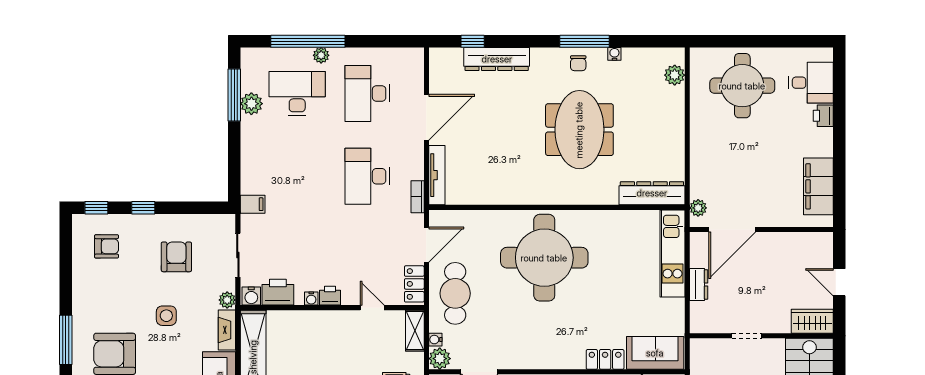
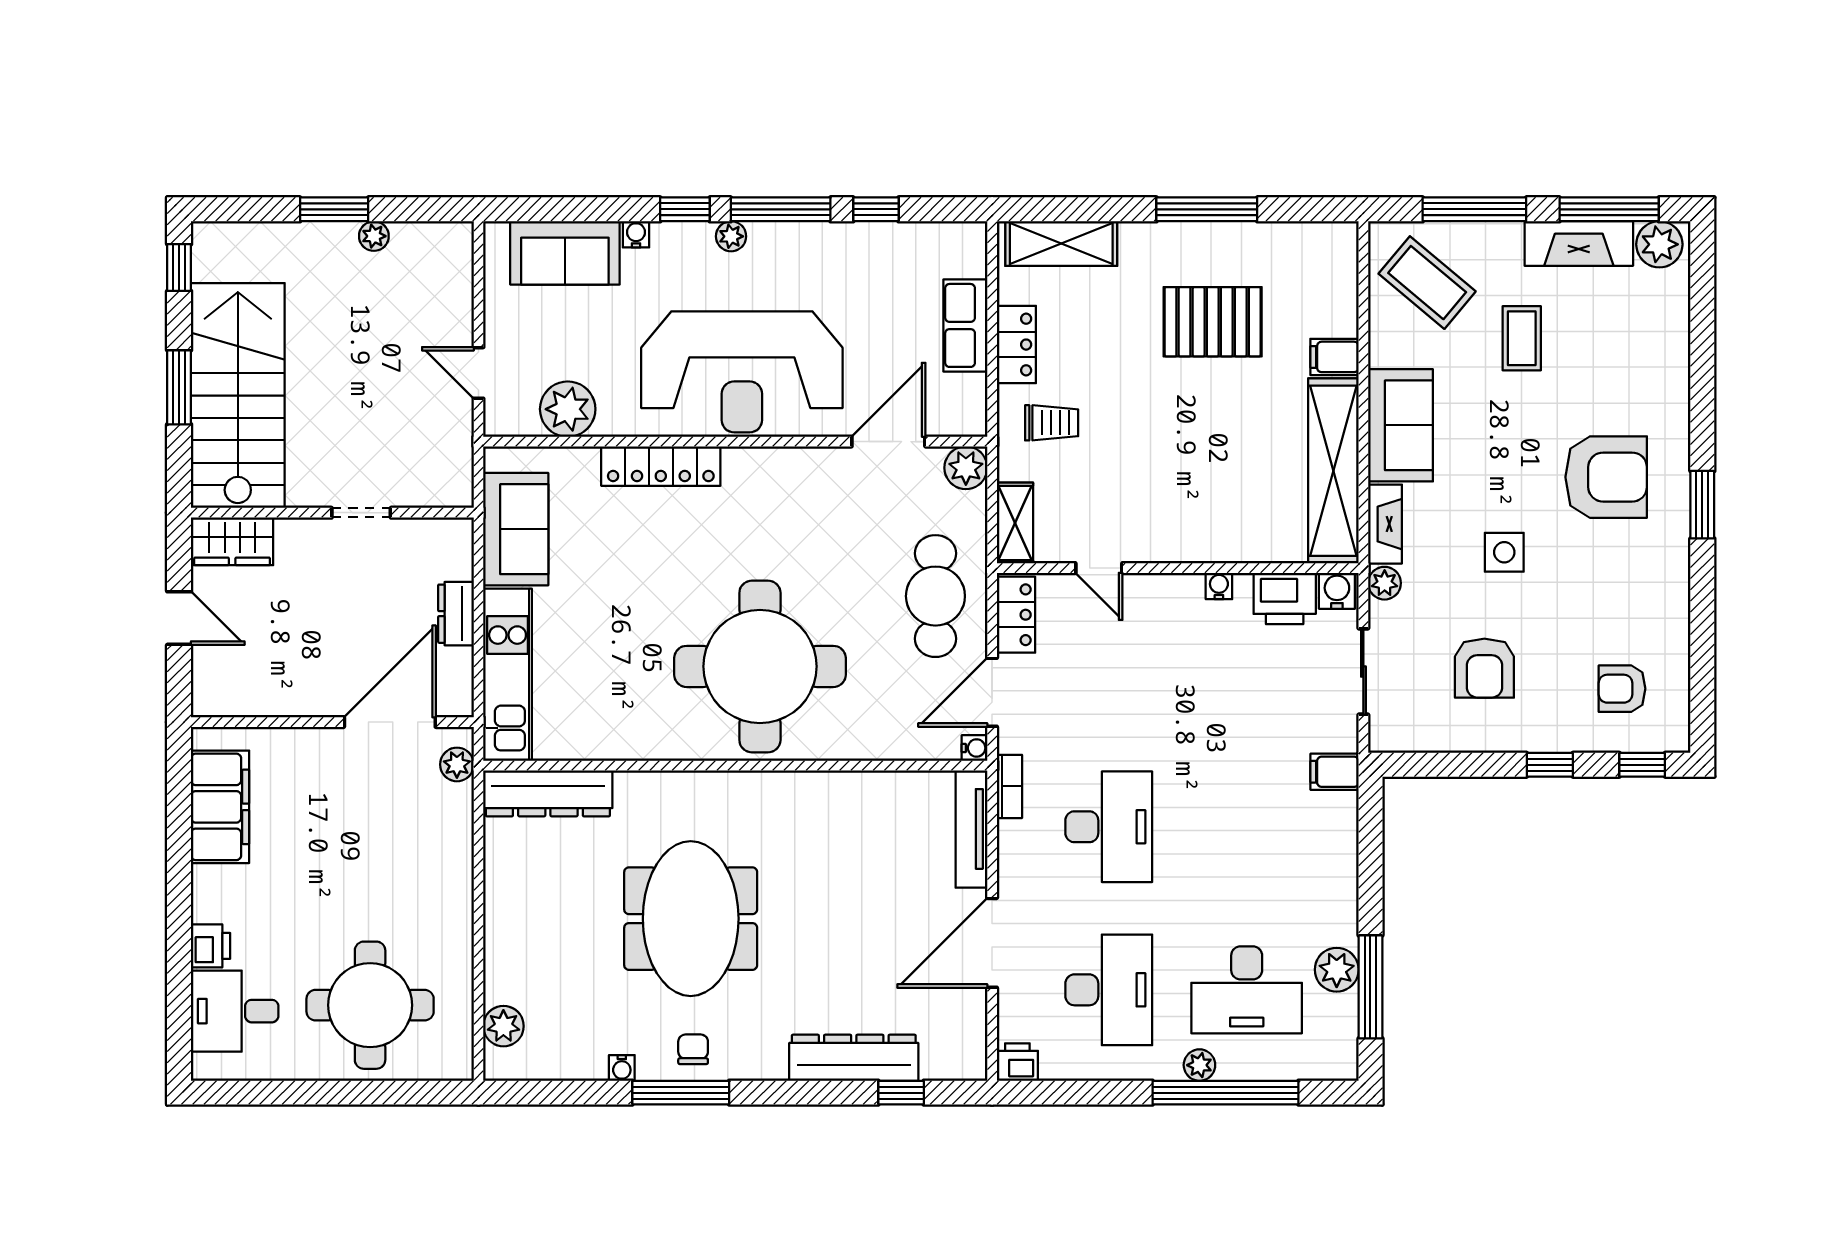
printer: (330, 296) -> (1017, 1062), moved, turned 180
window: (66, 340) -> (1702, 505), width x0.69
water cooler: (435, 340) -> (975, 748), moved
sofa: (655, 353) -> (516, 529), moved, turned -90
locker: (605, 359) -> (661, 466), width x1.53

